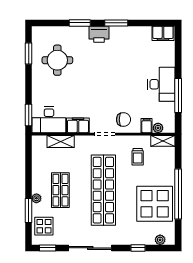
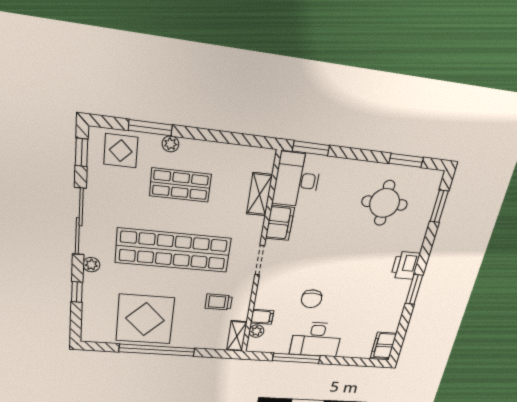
window: (80, 23) -> (439, 206), moved
chair: (124, 120) -> (312, 299), moved
plant: (160, 240) -> (91, 265), moved

